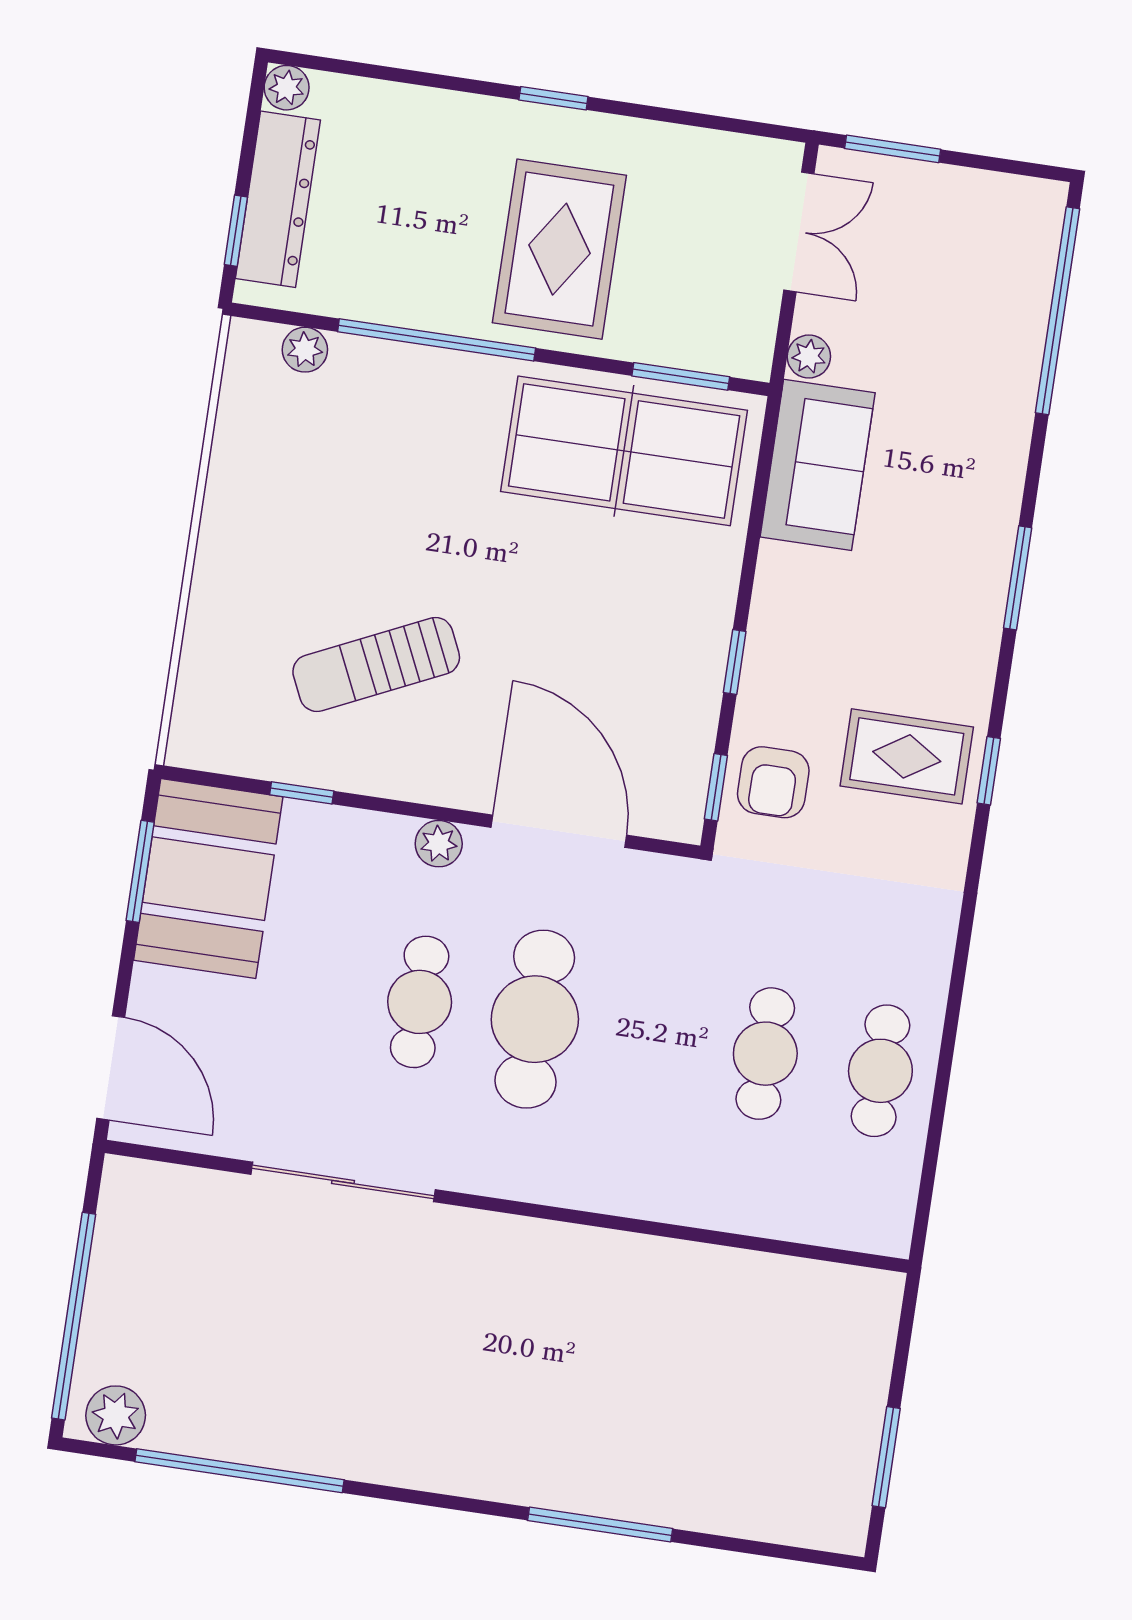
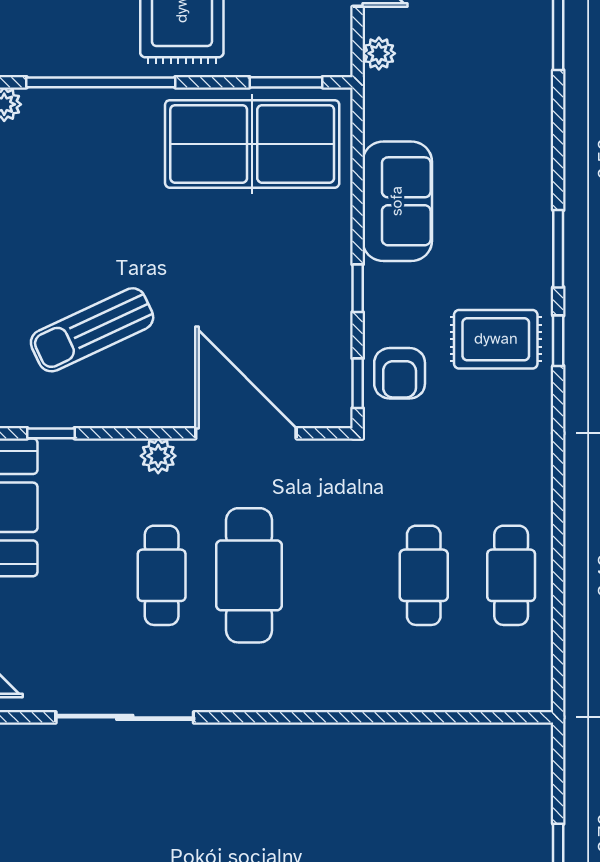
sofa: (818, 465) -> (397, 201), moved
window: (1018, 578) -> (558, 249), moved

